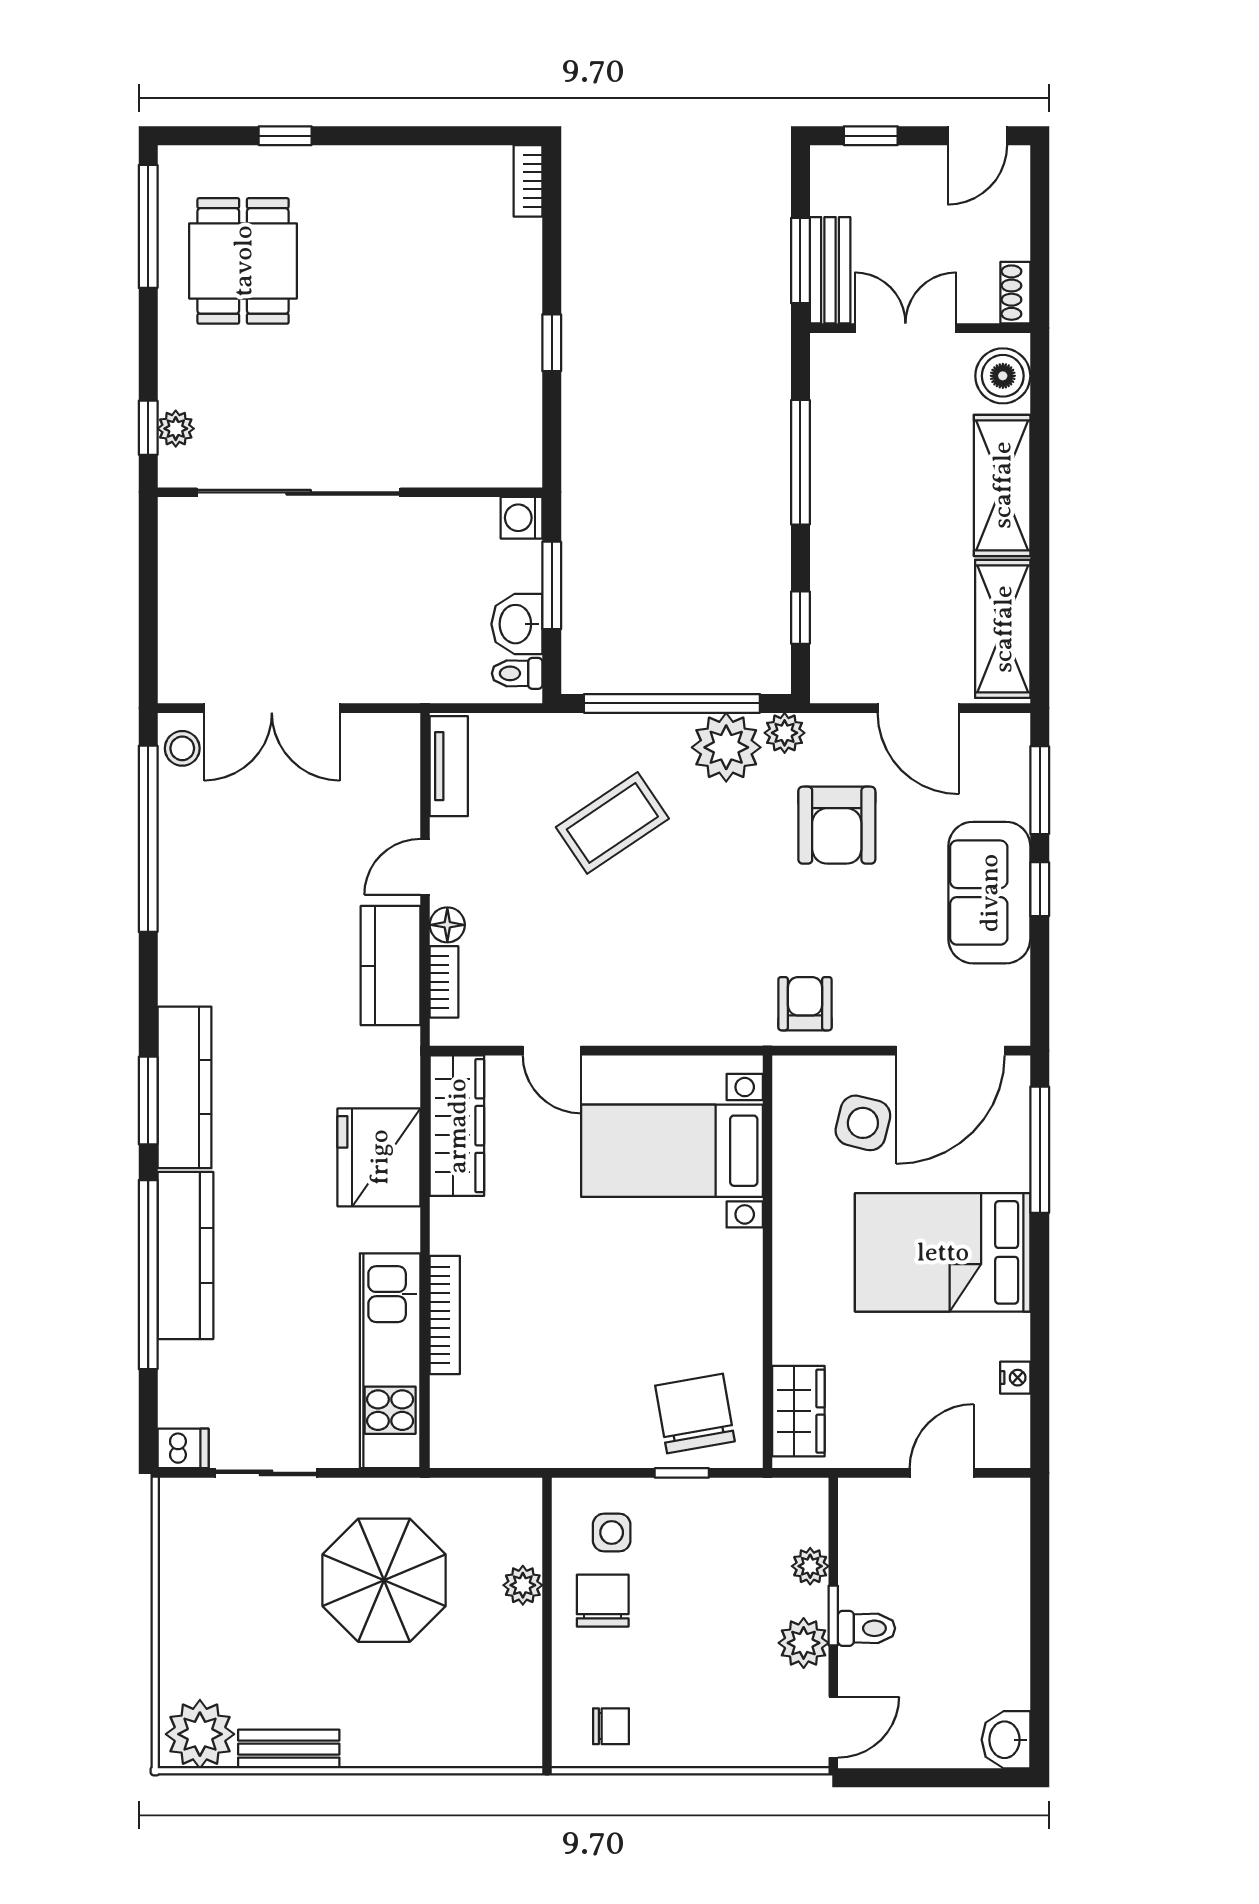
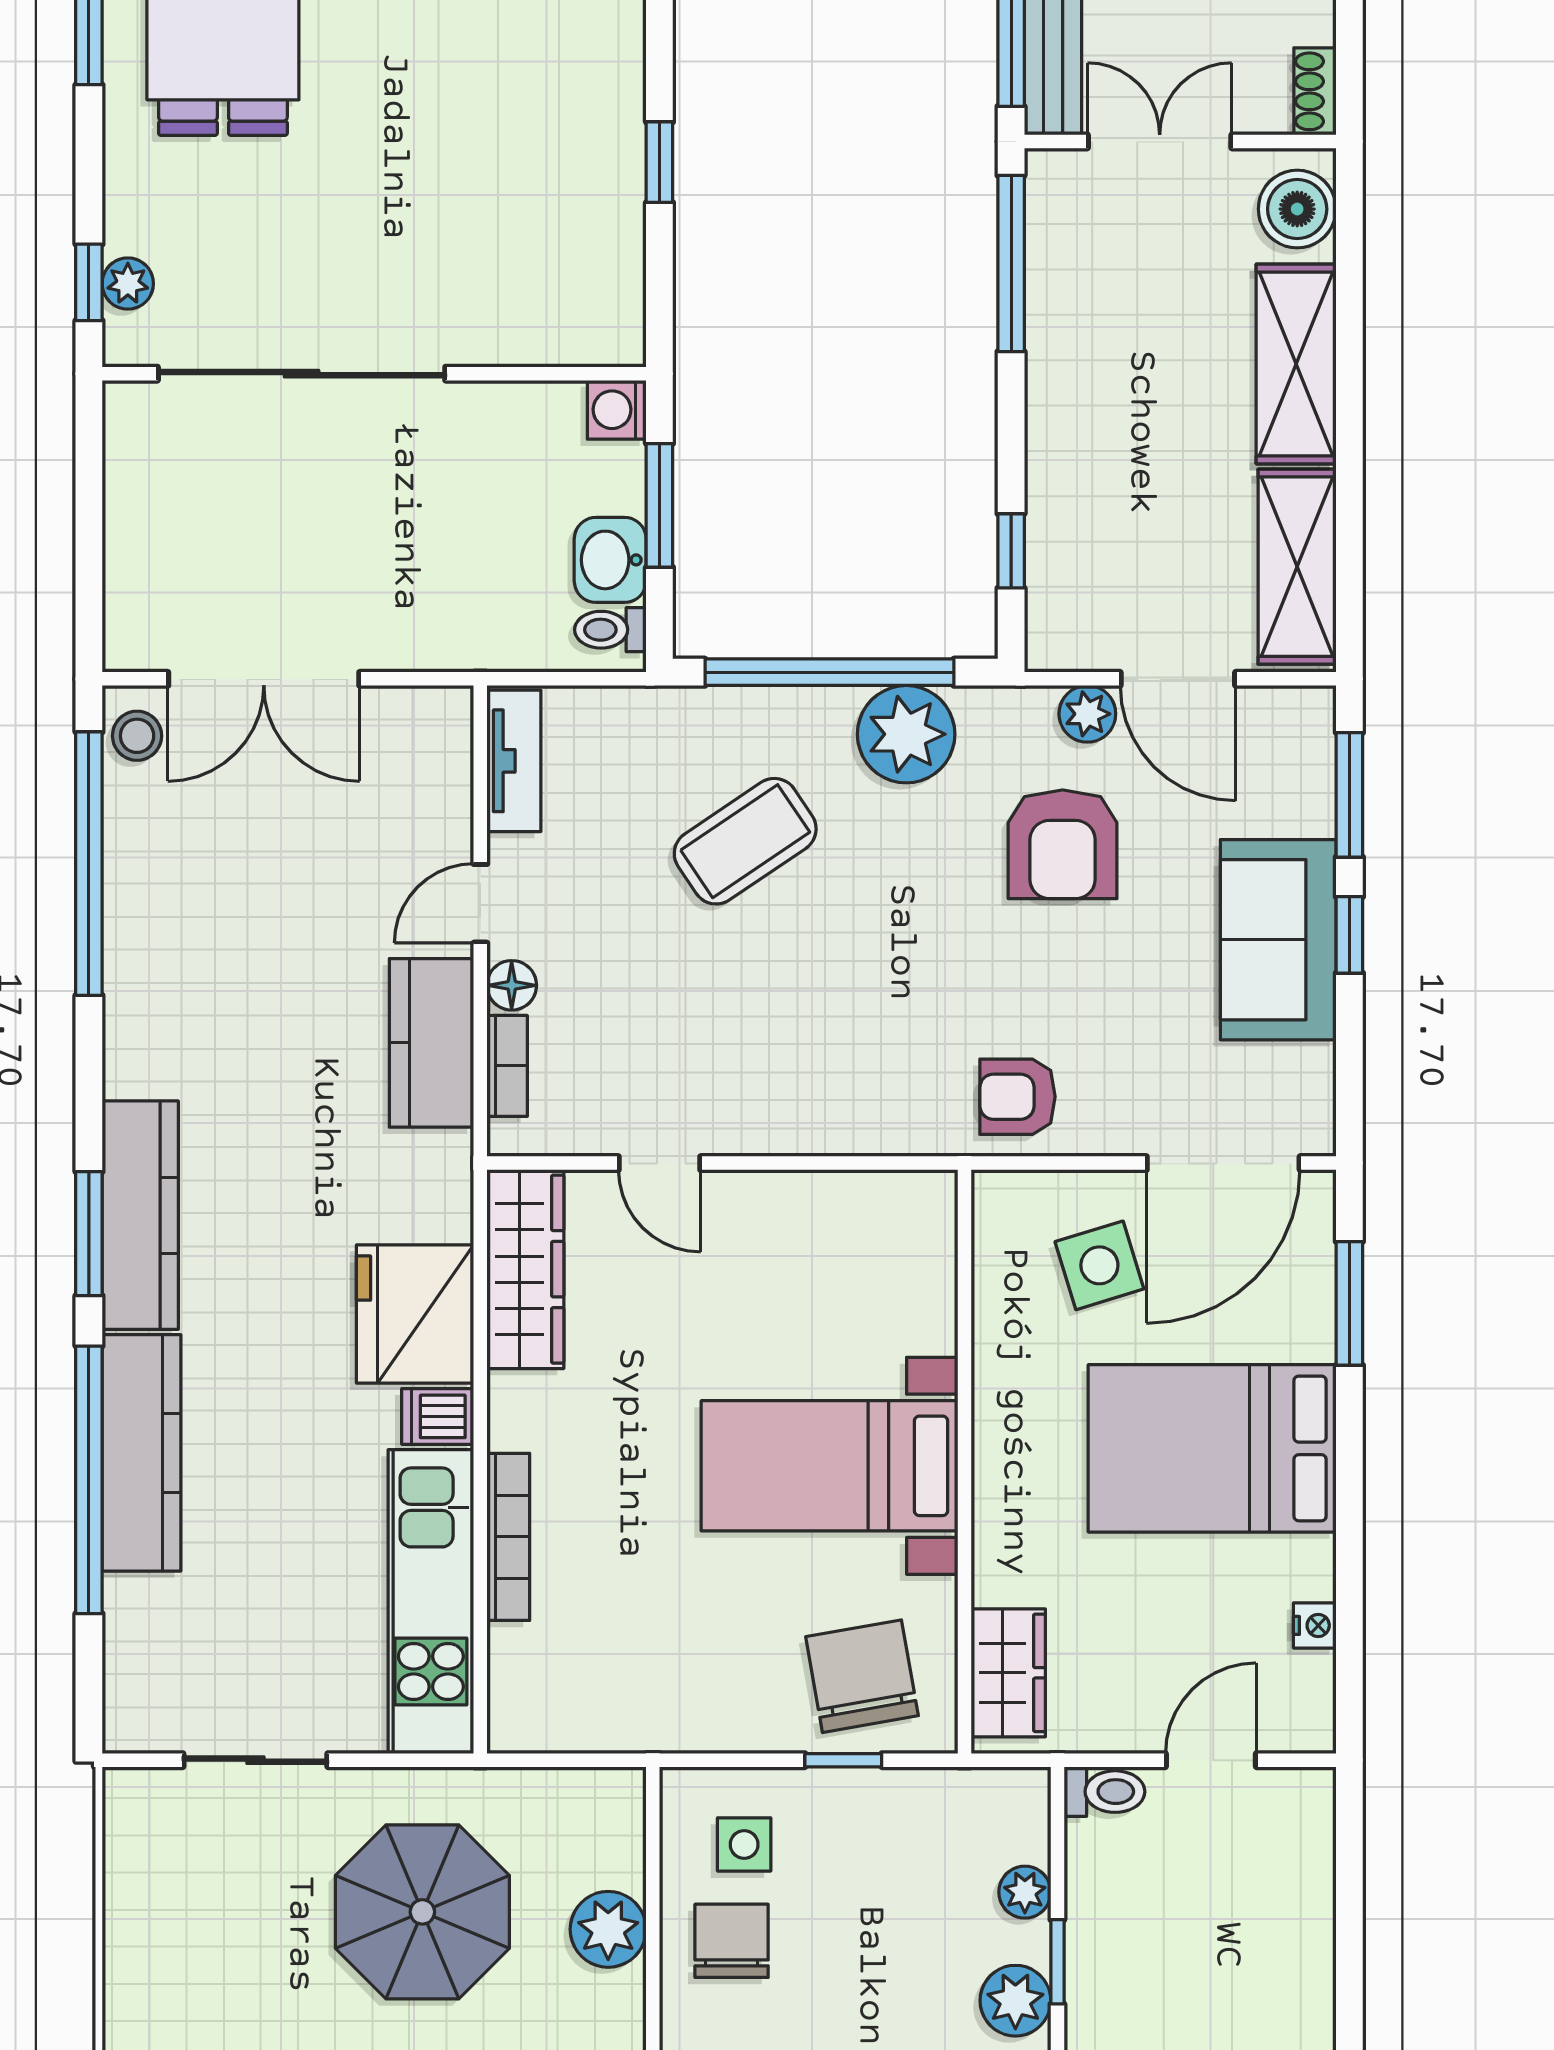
window: (800, 462) -> (1011, 264), moved
plant: (785, 733) -> (1087, 714), moved
armchair: (805, 1004) -> (1018, 1097), turned -90
side table: (863, 1123) -> (1099, 1265), turned -31
window: (1040, 1150) -> (1349, 1303), width x0.69
bed with nightstands: (672, 1151) -> (830, 1466), moved
dishwasher: (183, 1448) -> (438, 1416), moved, turned 180
plant: (523, 1585) -> (608, 1929), width x1.38, depth x1.38
toilet: (866, 1628) -> (1104, 1792), moved

